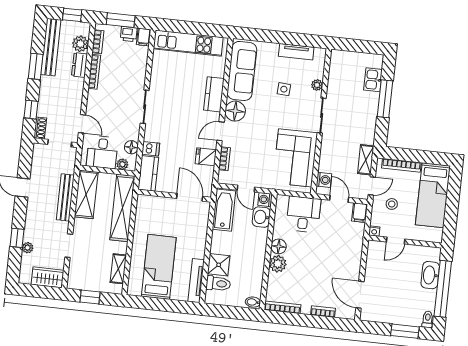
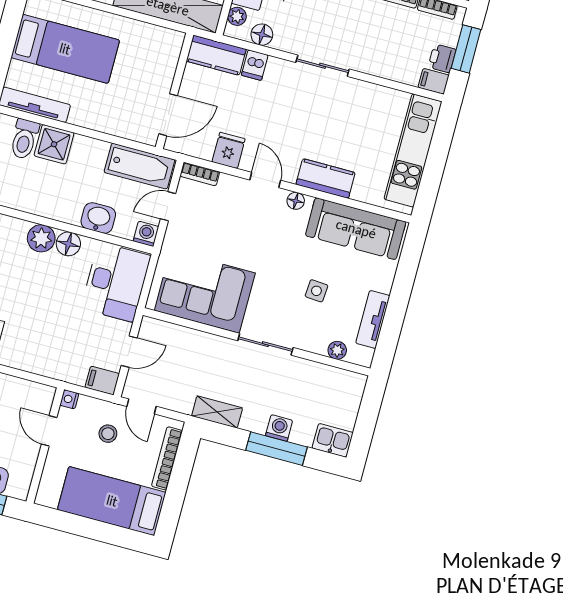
kitchen sink: (373, 80) -> (333, 440), moved
plant: (317, 85) -> (337, 350), moved
floor lamp: (235, 111) -> (296, 201), width x0.53, depth x0.53
bookcase: (225, 159) -> (200, 174), moved
shelving: (366, 160) -> (217, 412), moved
washing machine: (324, 180) -> (279, 428), moved, turned 180
desk: (303, 214) -> (116, 282), width x1.37
washbasin: (261, 217) -> (98, 218), moved

